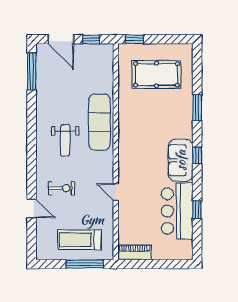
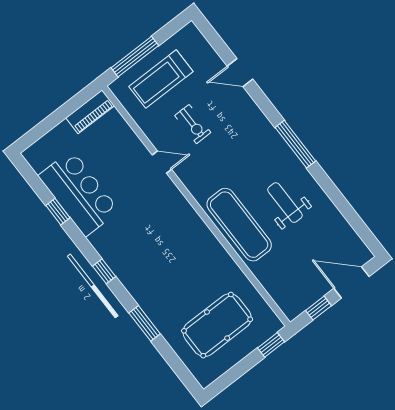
window: (32, 71) -> (295, 144), moved
weight bench: (65, 140) -> (285, 203), moved
sofa: (181, 160) -> (118, 252), removed
exercise bike: (62, 188) -> (193, 124), moved, turned -90
treadmill: (80, 240) -> (161, 79), turned 180

